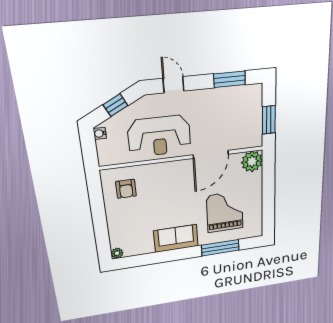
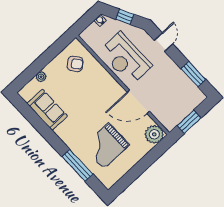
armchair: (126, 189) -> (75, 64), turned -129
grand piano: (225, 212) -> (106, 146), turned 180
sofa: (176, 238) -> (47, 110), moved
plant: (117, 253) -> (41, 77), moved

